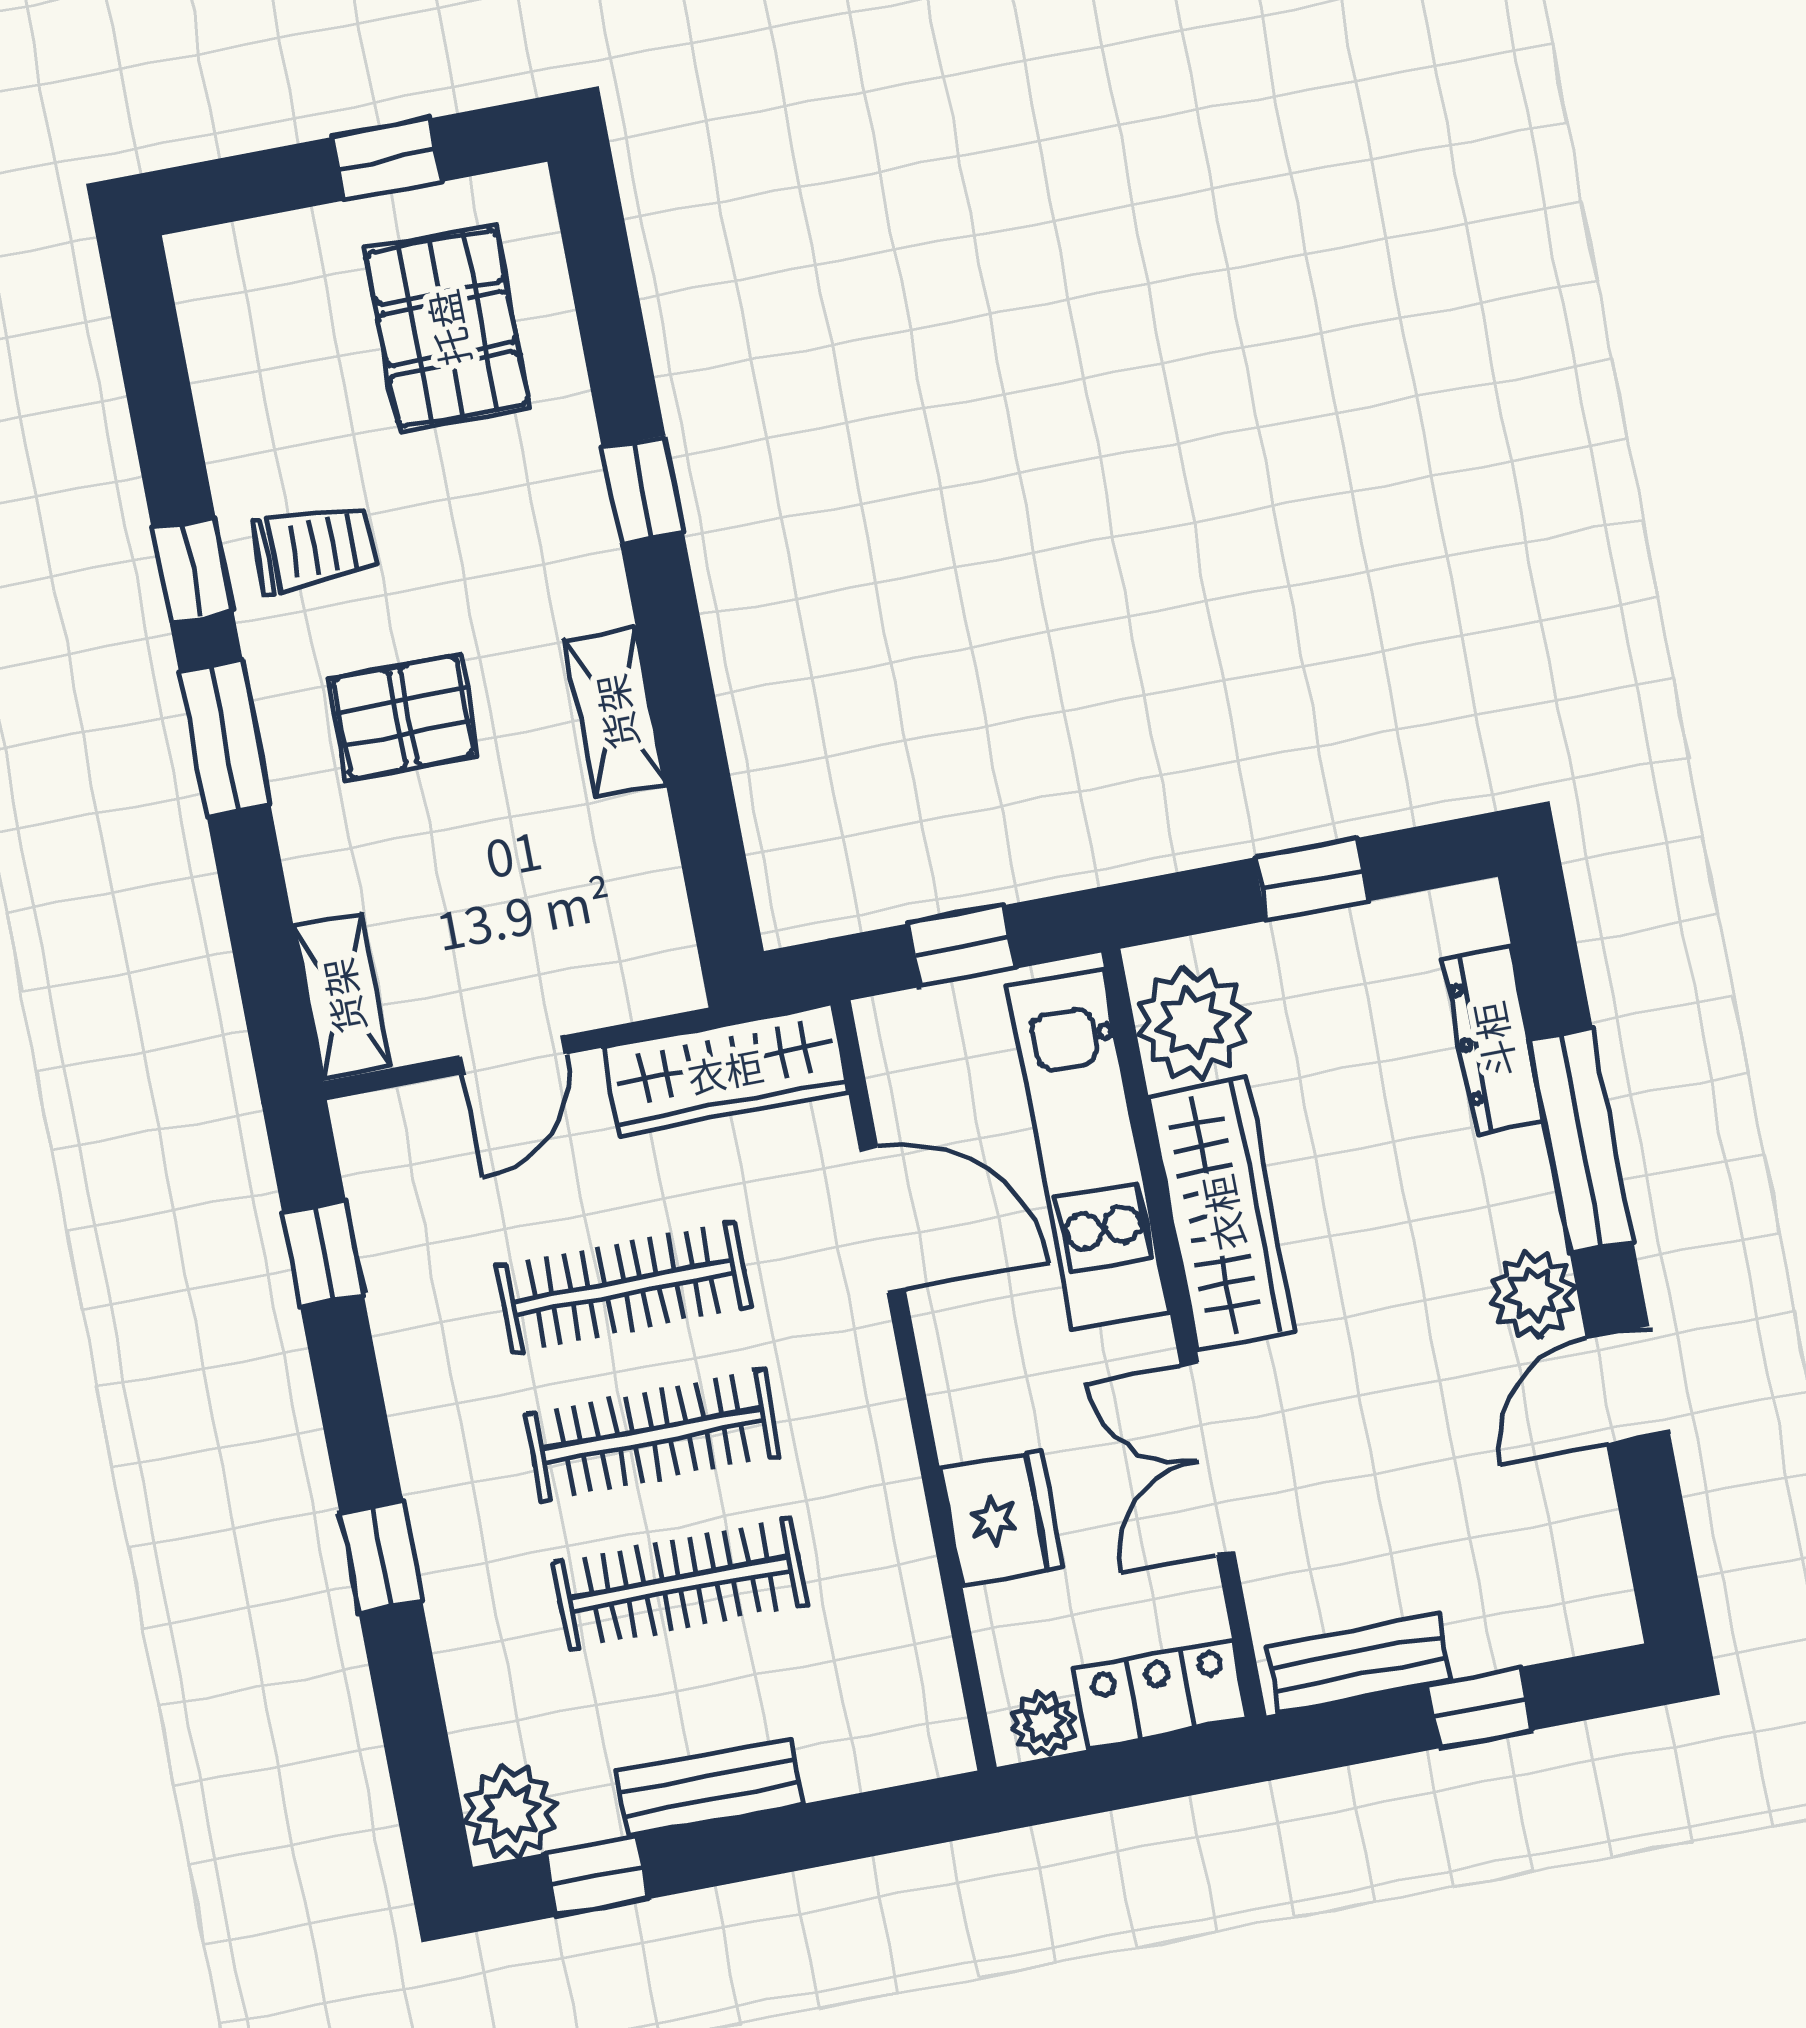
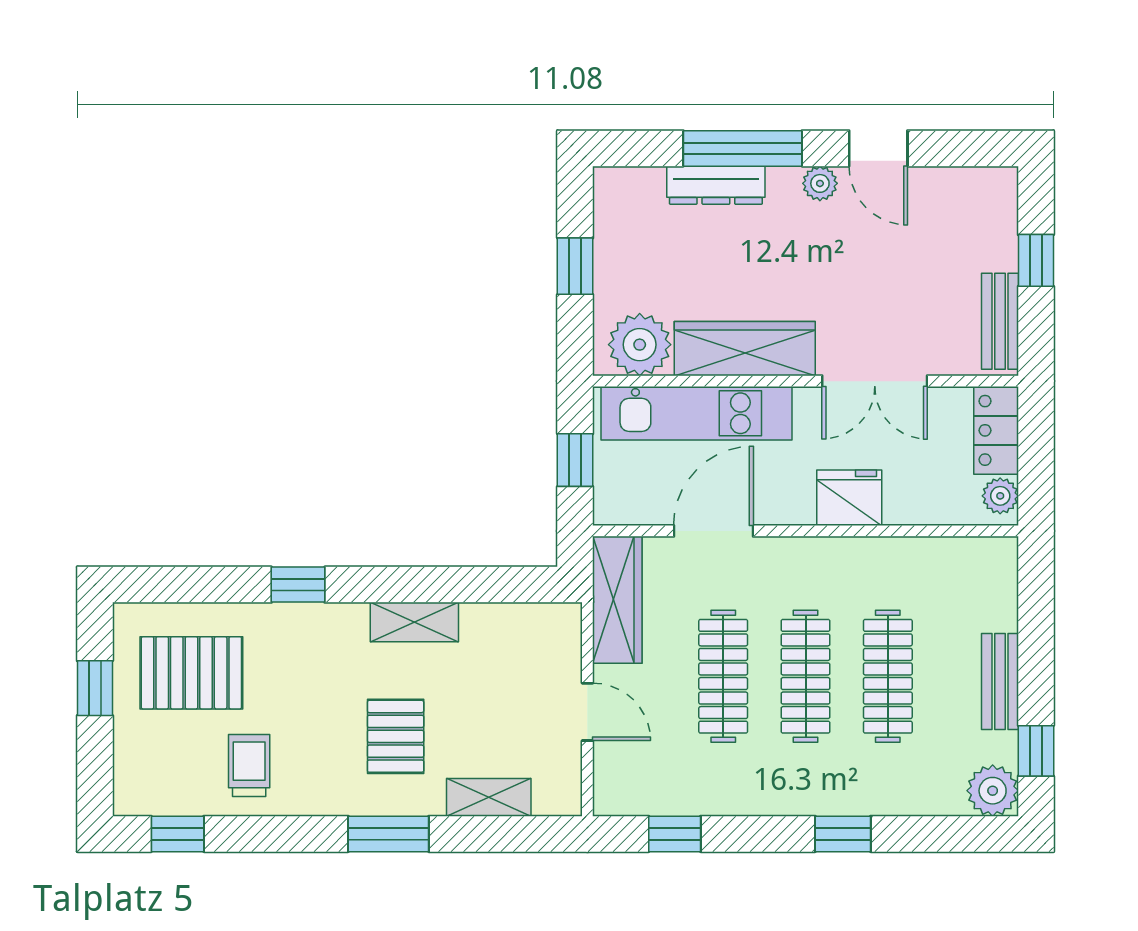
trolley: (315, 547) -> (249, 766), moved
window: (193, 570) -> (178, 834), moved
shelving: (342, 996) -> (489, 797), moved
dresser: (1493, 1040) -> (716, 185), moved
plant: (1533, 1294) -> (820, 183), width x0.73, depth x0.73
fridge: (1001, 1519) -> (849, 498), moved

